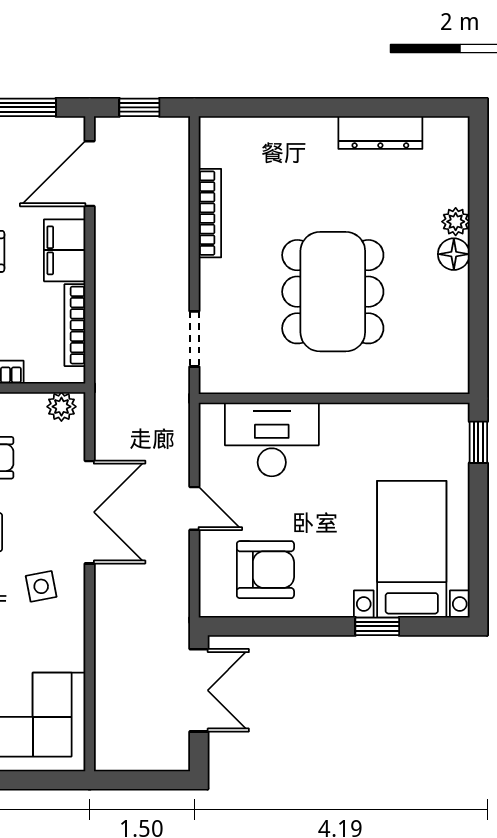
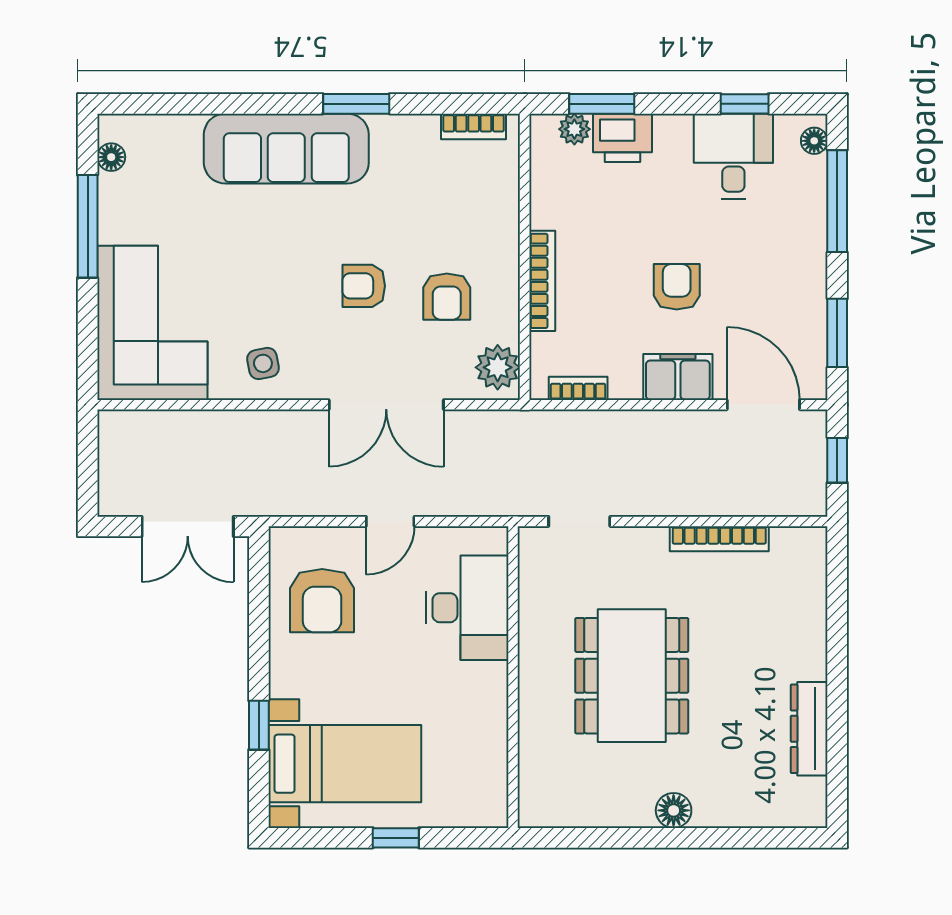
plant: (456, 222) -> (710, 813), removed
dining table: (333, 292) -> (632, 676), turned 90
bookcase: (75, 325) -> (578, 388), width x0.64
plant: (61, 407) -> (498, 367), width x1.38, depth x1.38
window: (478, 442) -> (396, 838), moved
side table: (41, 586) -> (263, 363), moved

